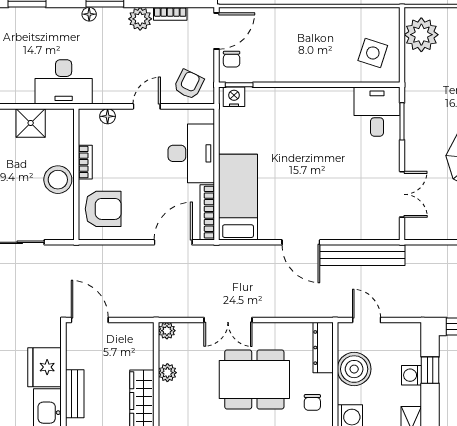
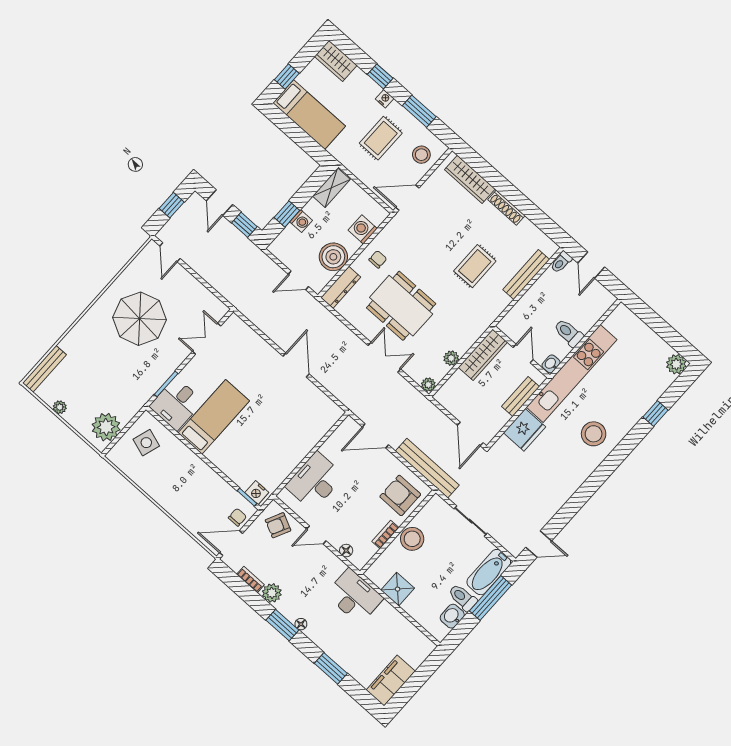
bed: (238, 197) -> (214, 417), moved, turned 180
bookcase: (207, 212) -> (337, 436), removed
bench: (362, 255) -> (427, 468), moved
door: (367, 320) -> (298, 280), hinge flipped

